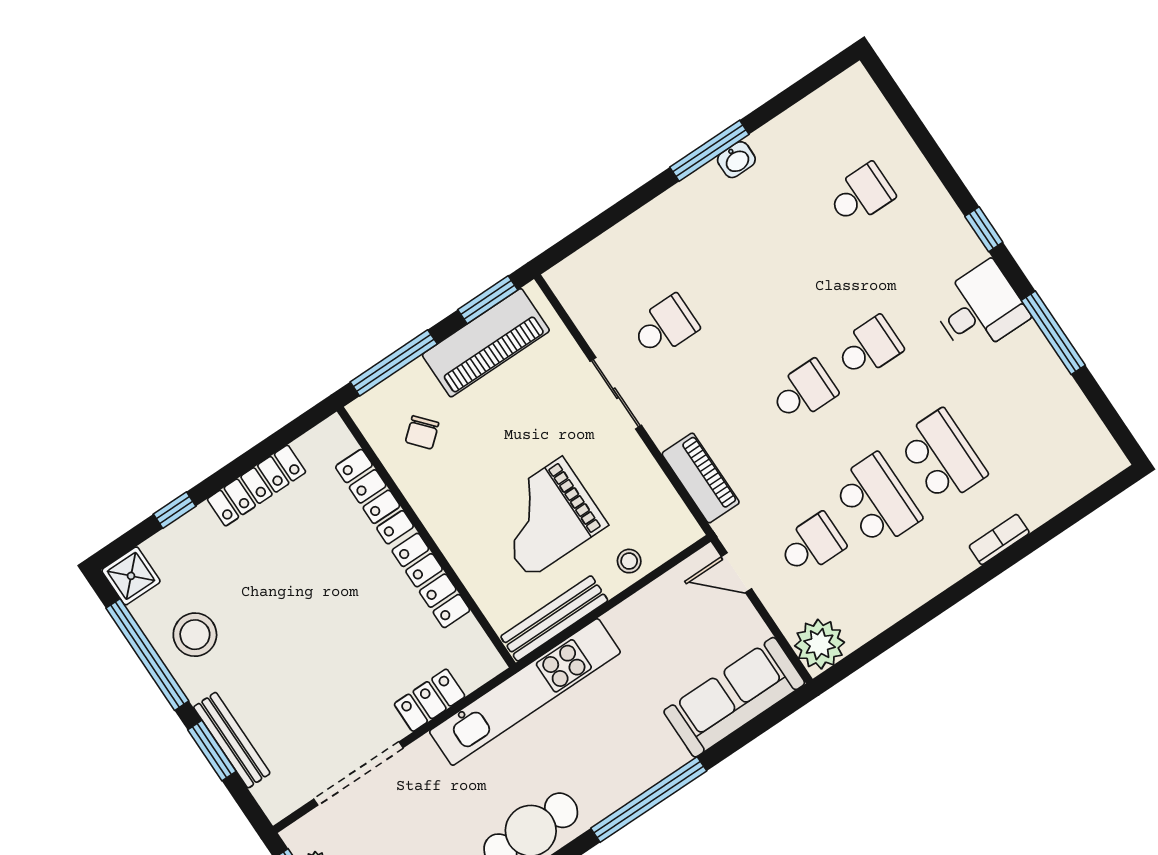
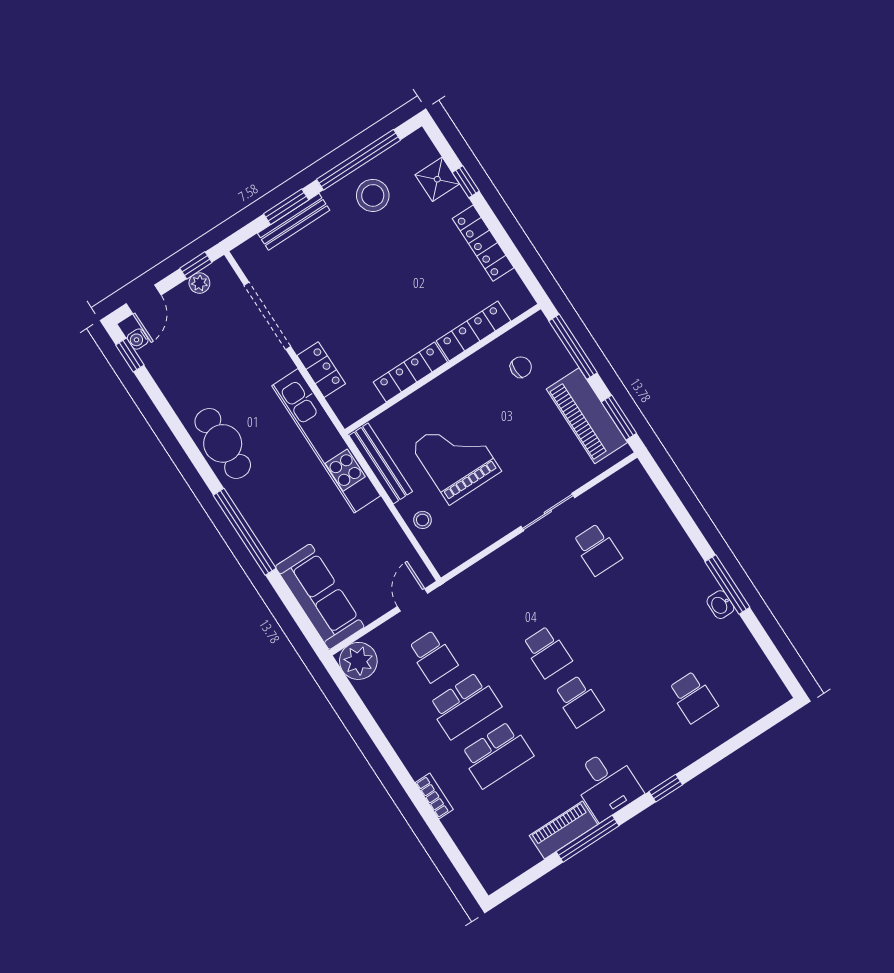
chair: (422, 432) -> (521, 367), turned 131
piano: (701, 478) -> (563, 830), moved, turned 180
shower: (131, 576) -> (437, 179), moved

